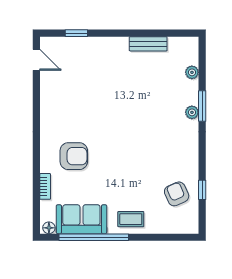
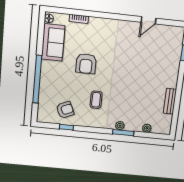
door: (36, 60) -> (148, 20), moved
armchair: (74, 156) -> (86, 64), moved
coffee table: (131, 219) -> (96, 100), moved
window: (94, 237) -> (37, 79), moved

